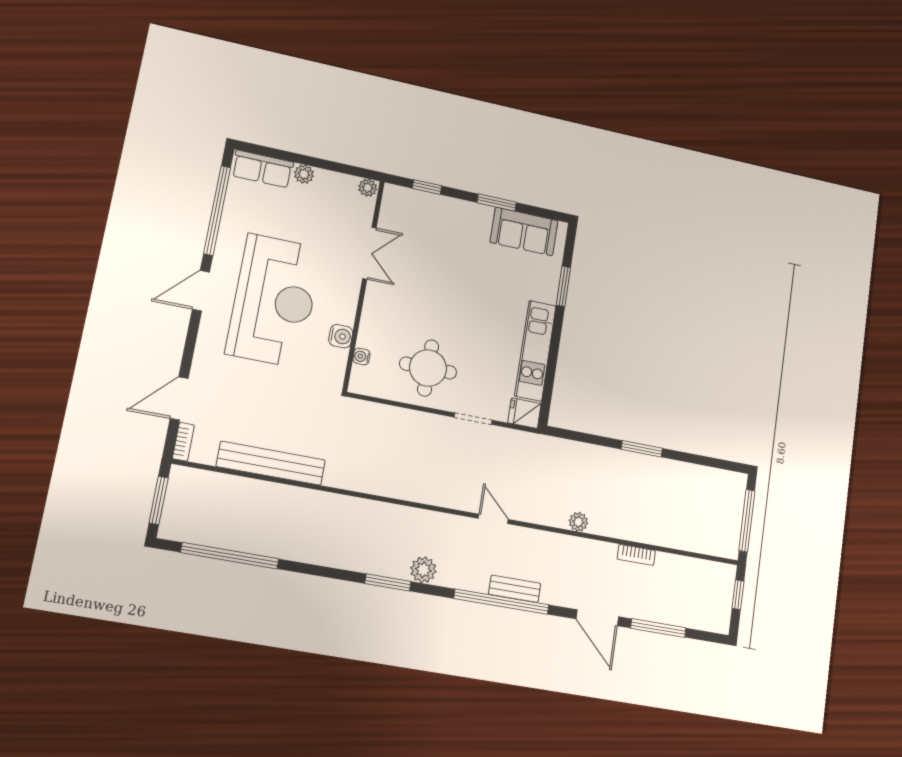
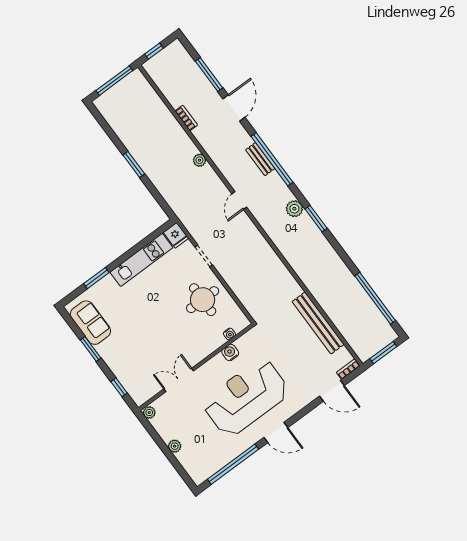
row of seats: (263, 169) -> (192, 466), removed

